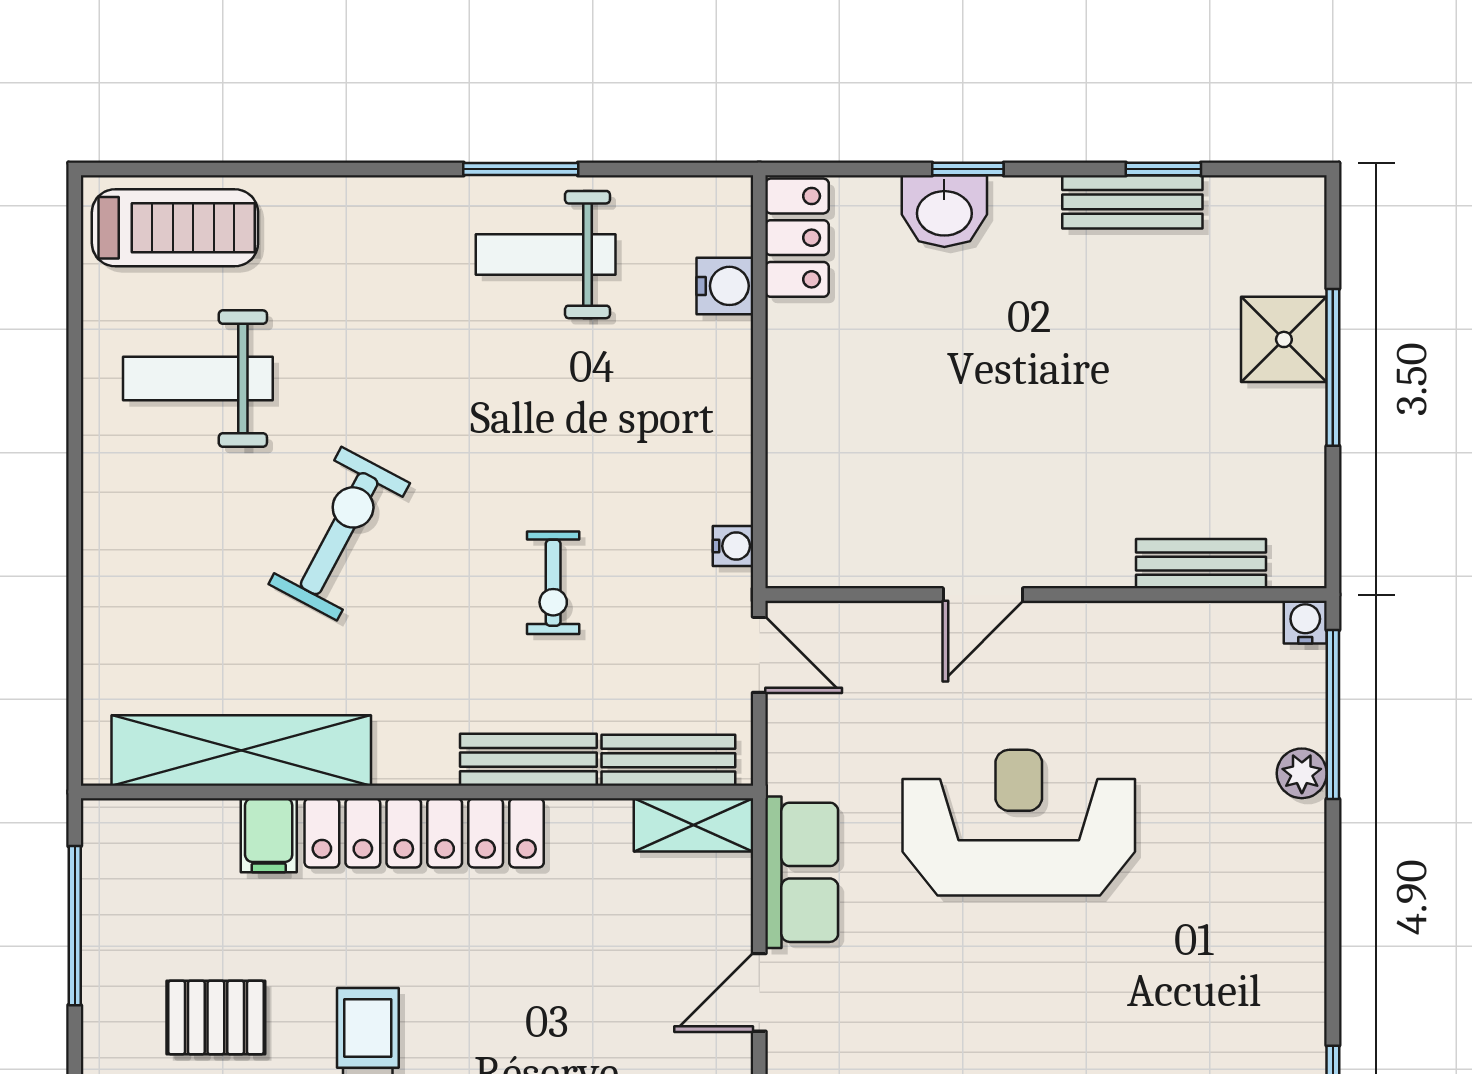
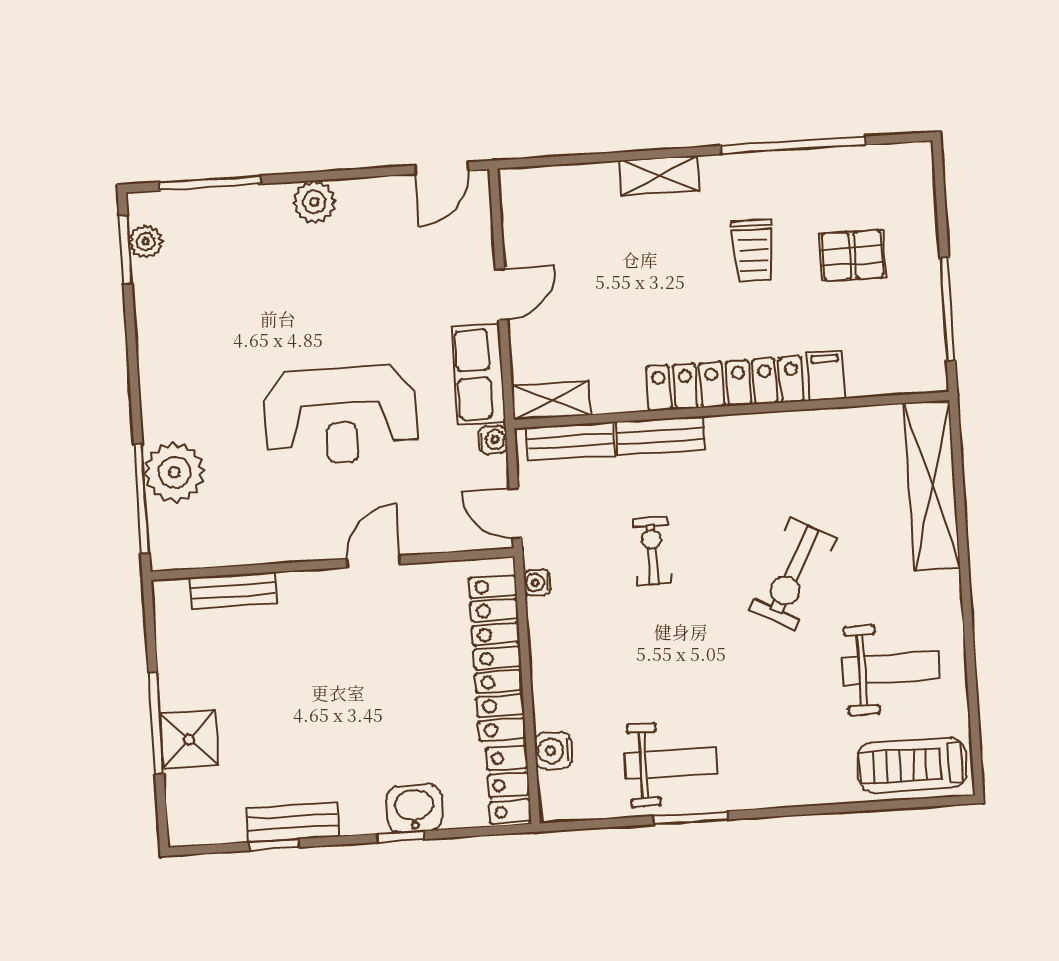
locker: (802, 434) -> (497, 658), added
water cooler: (1305, 622) -> (493, 440), moved, turned -90
shelving: (241, 750) -> (932, 485), moved, turned 90
plant: (1302, 773) -> (174, 472), width x1.88, depth x1.88

